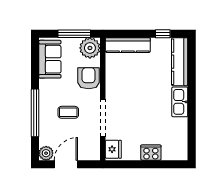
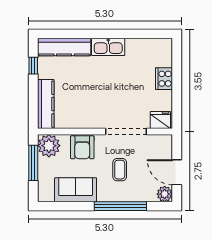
sofa: (50, 59) -> (76, 190), moved
armchair: (89, 78) -> (82, 147), turned -90

